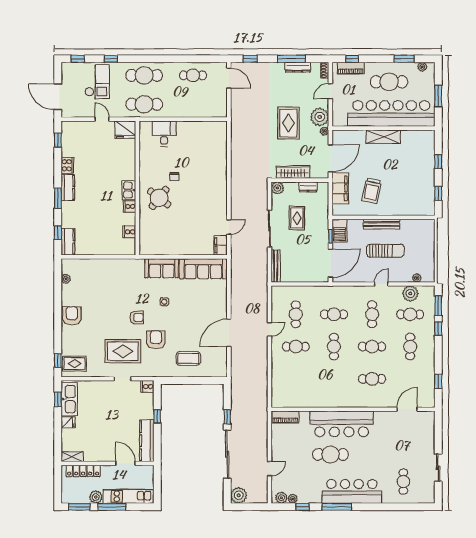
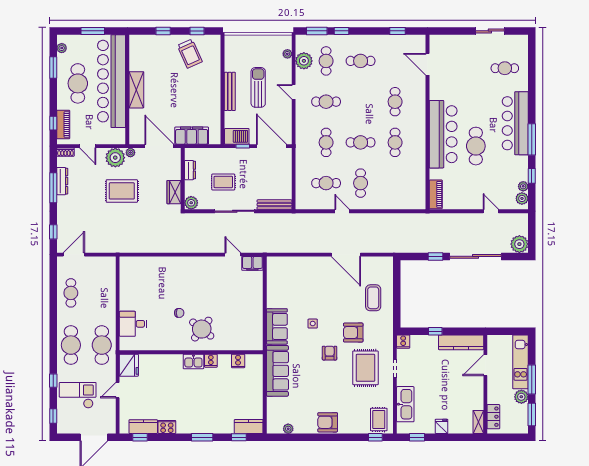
wardrobe: (293, 172) -> (174, 192), width x0.67
kitchen counter: (68, 187) -> (143, 427), moved
trolley: (372, 191) -> (190, 54), moved, turned 54
sofa: (203, 269) -> (277, 371), moved
cafe table: (372, 347) -> (395, 142), moved
kitchen sink: (69, 399) -> (405, 404), moved, turned 90
locker: (83, 471) -> (493, 417), width x0.66

